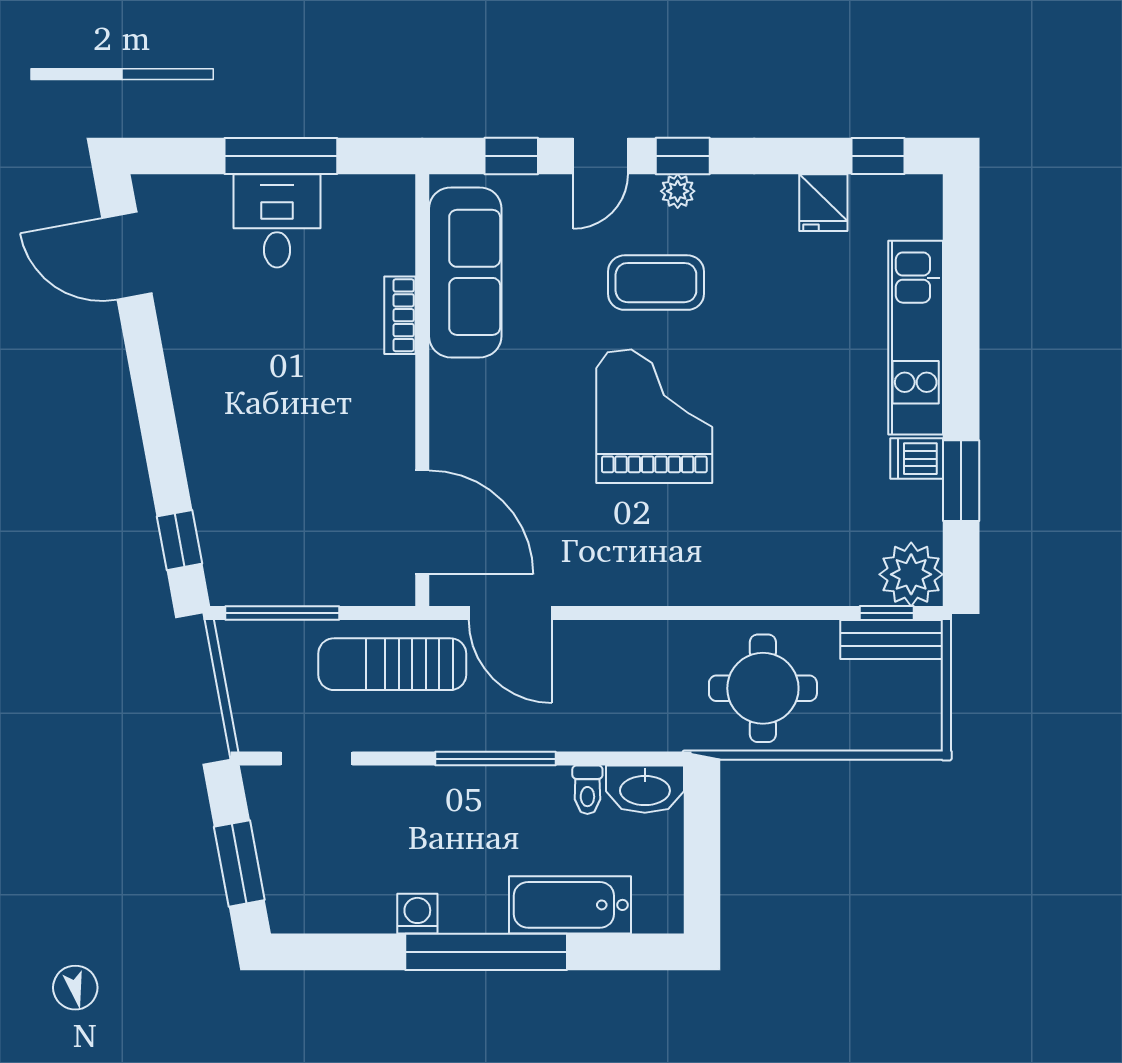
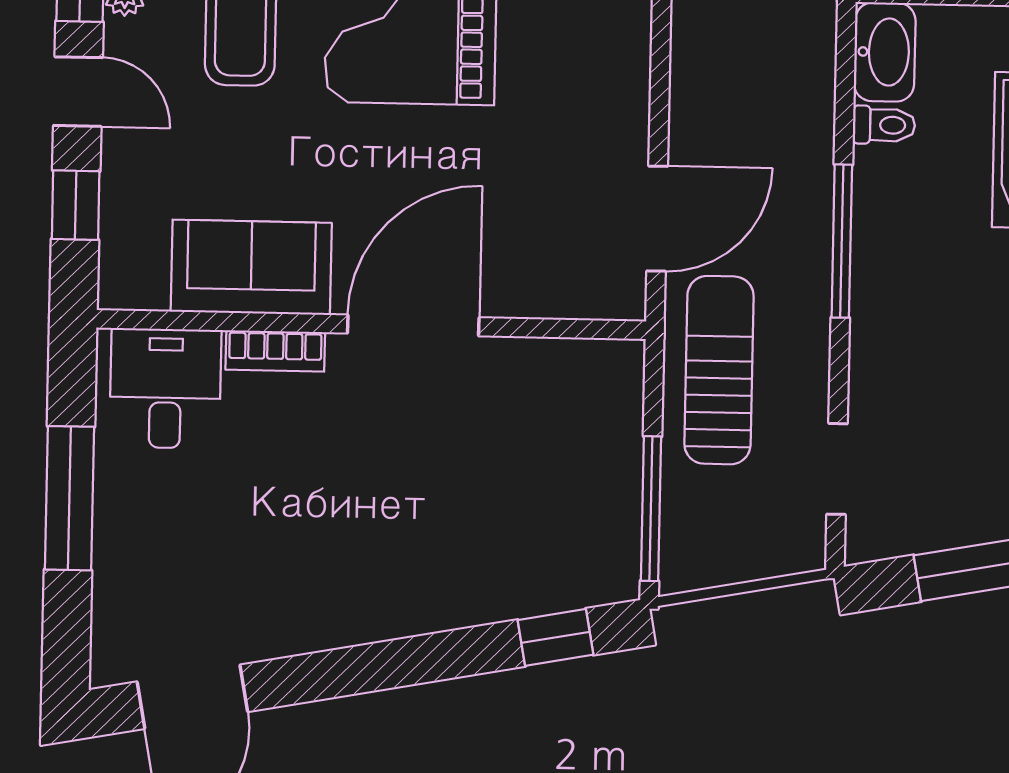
desk: (277, 221) -> (165, 388), moved, turned 90
sofa: (465, 272) -> (251, 267), width x0.73
door: (422, 522) -> (413, 325), moved
sun lounger: (392, 664) -> (719, 370), turned 180

